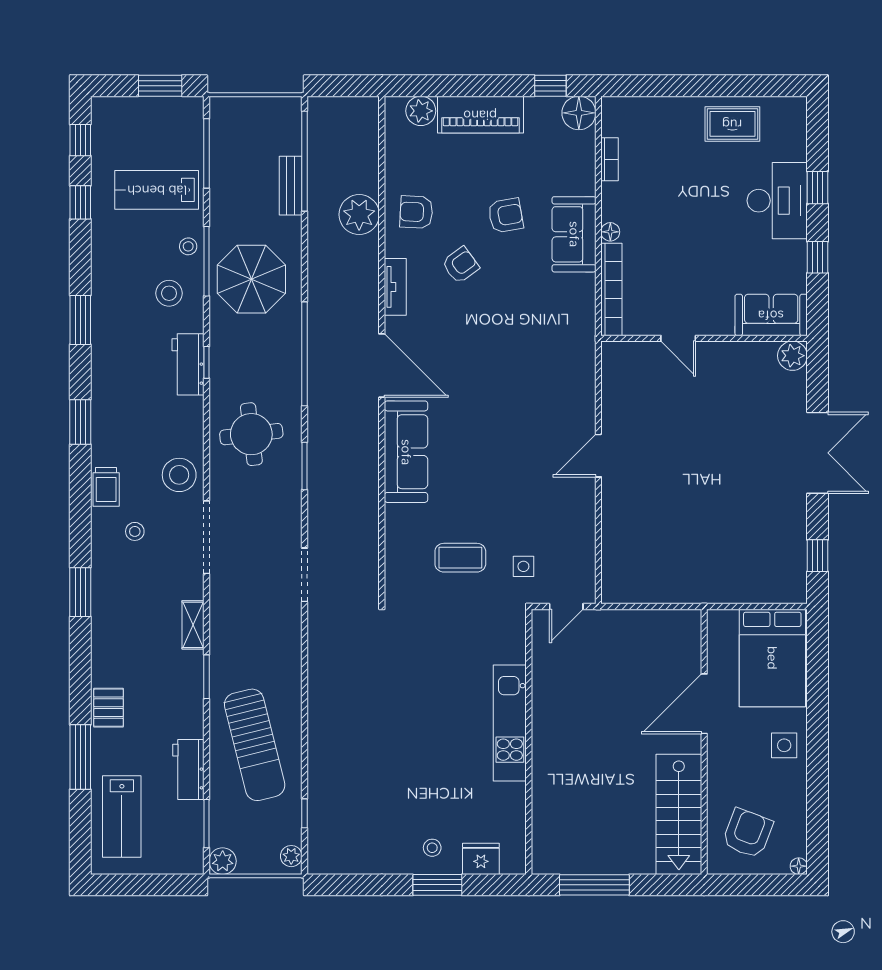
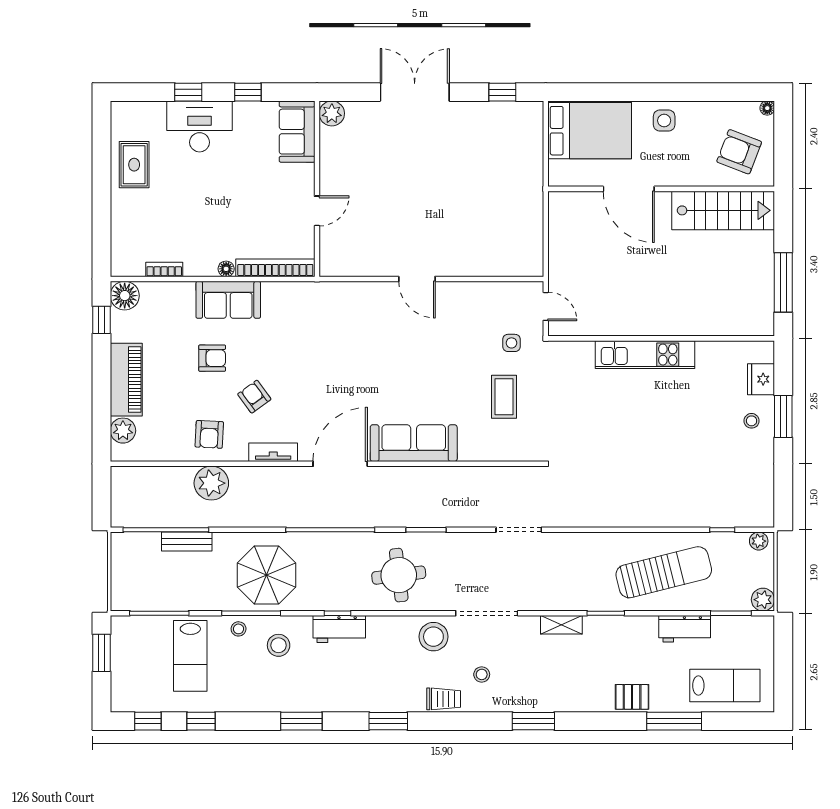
armchair: (506, 215) -> (212, 358), turned 100

